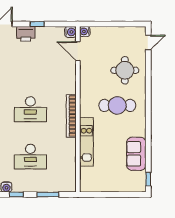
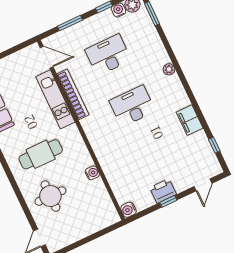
water cooler: (85, 31) -> (92, 173), moved
printer: (26, 34) -> (163, 191), moved
door: (78, 51) -> (47, 57), moved
bookcase: (71, 116) -> (73, 94), moved

